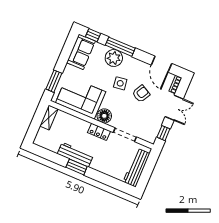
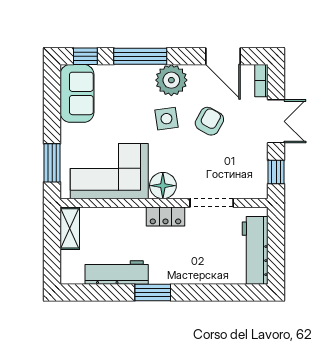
plant: (114, 58) -> (171, 80), moved
workbench: (75, 155) -> (117, 273), moved

